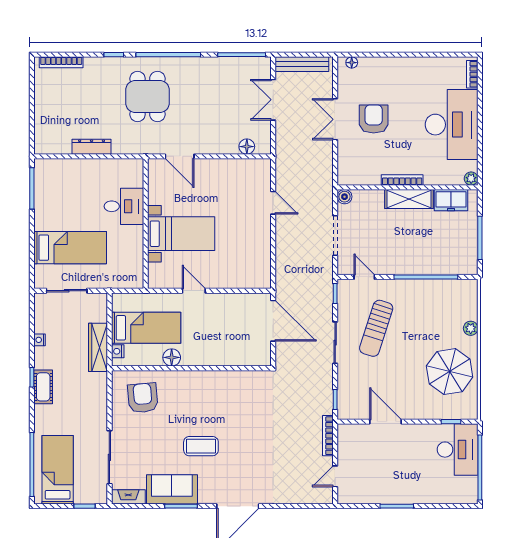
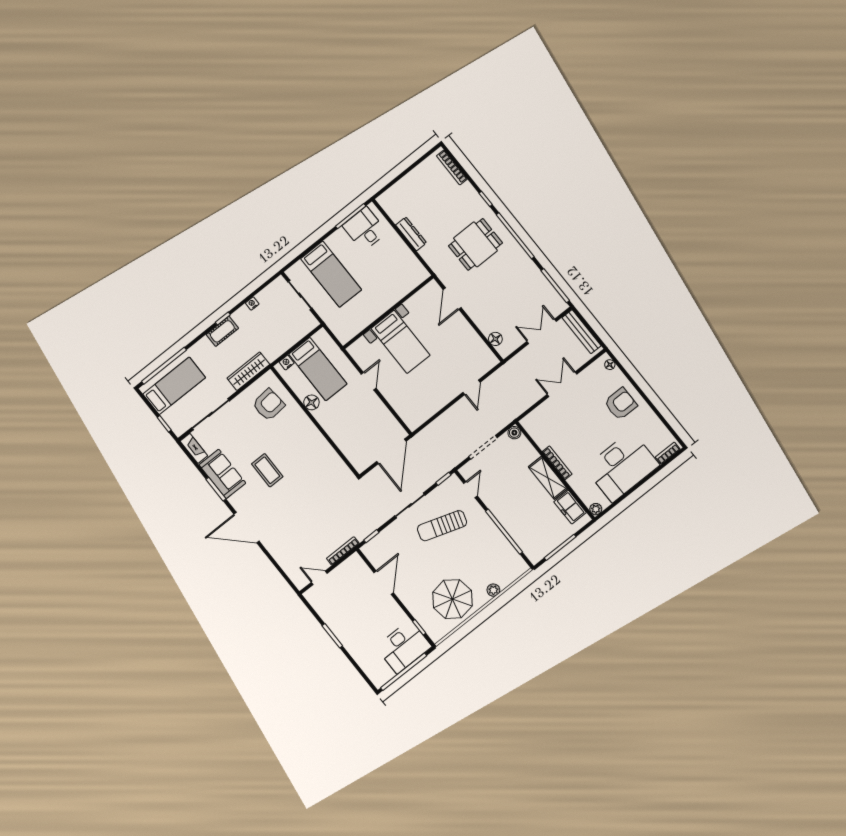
armchair: (374, 119) -> (621, 404), moved
desk: (124, 206) -> (365, 229), moved, turned 180
wardrobe: (98, 347) -> (248, 371), moved

